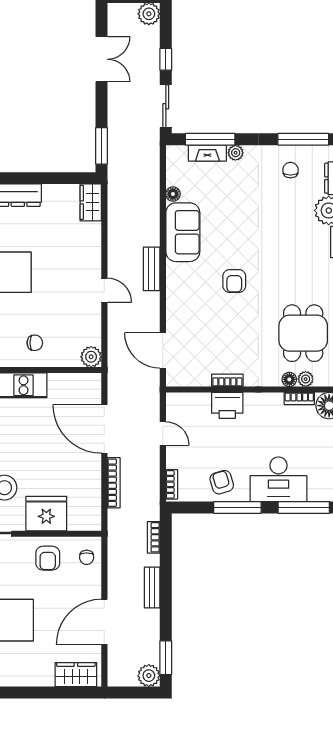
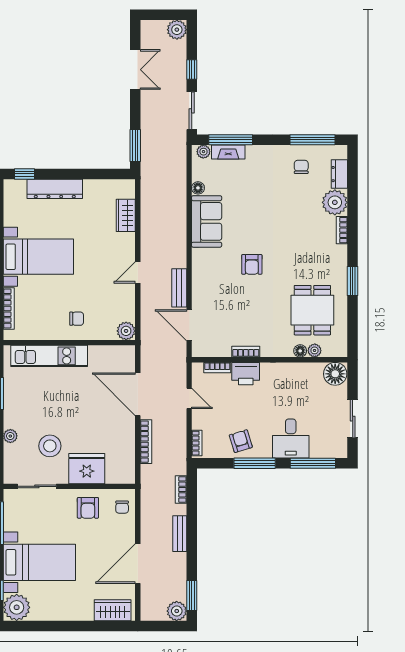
plant: (236, 153) -> (203, 152), moved
wardrobe: (91, 202) -> (126, 215), moved
bench: (152, 269) -> (179, 288), moved
door: (104, 290) -> (138, 272), swing flipped
bookcase: (299, 399) -> (217, 368), moved
desk: (279, 479) -> (291, 439), width x0.73

